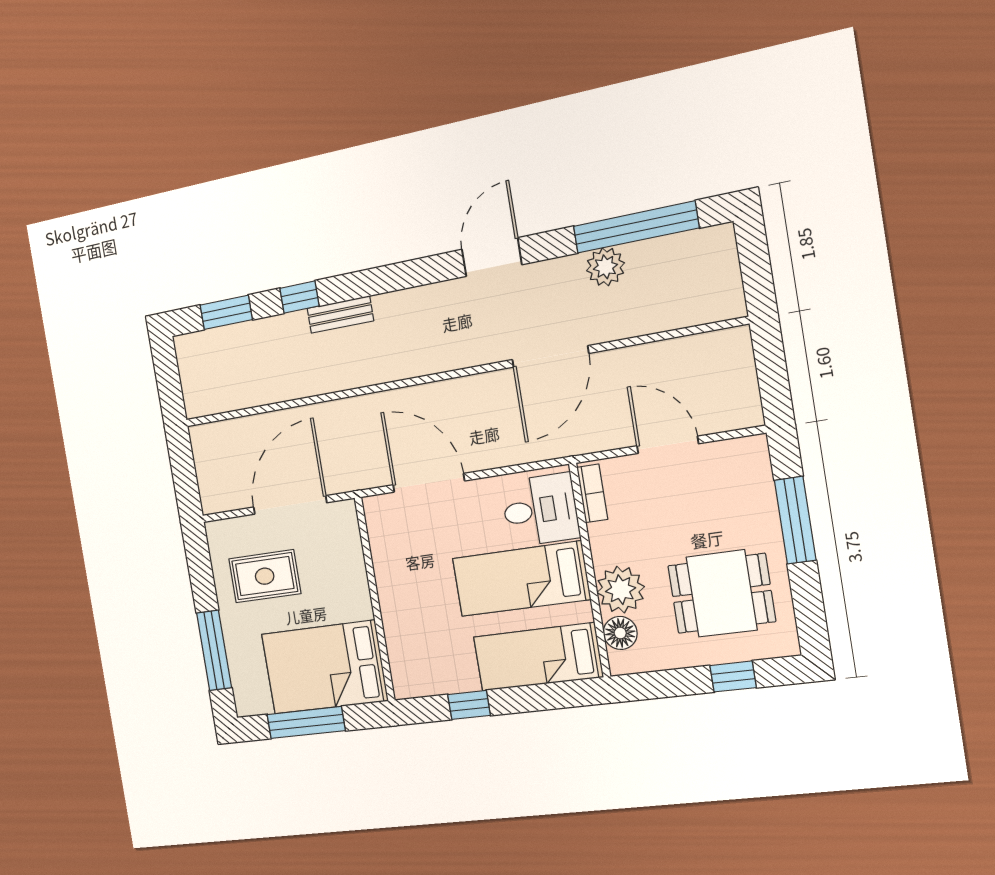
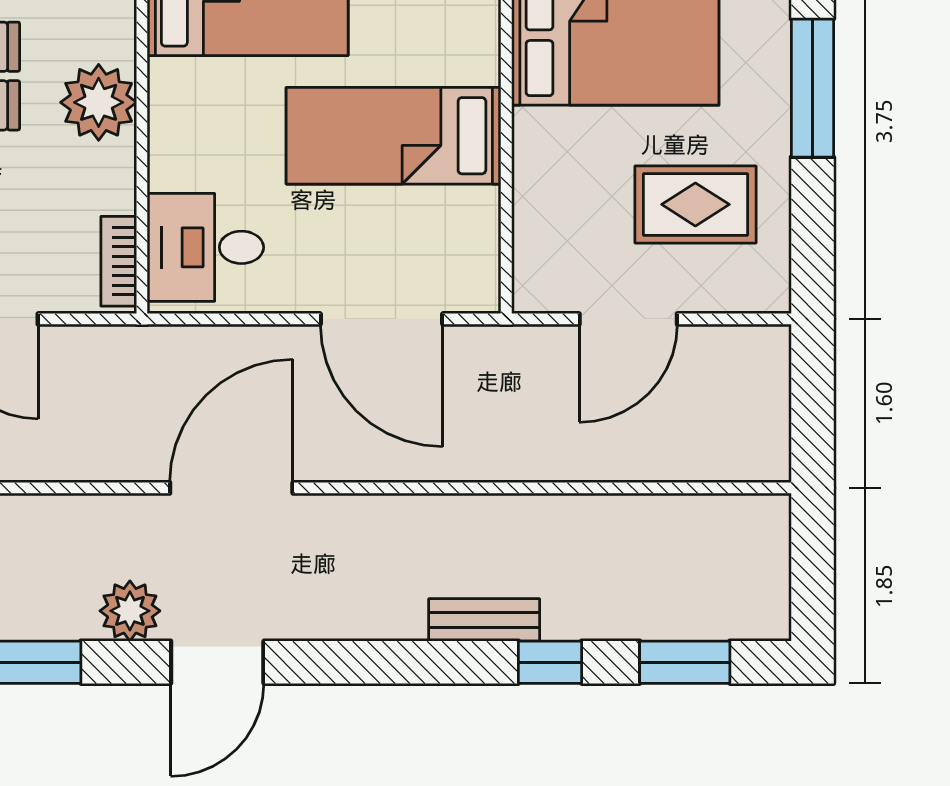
plant: (605, 267) -> (130, 611), moved
door: (550, 357) -> (231, 488), moved
door: (290, 505) -> (628, 319), width x0.73
bed: (521, 579) -> (394, 136), moved, turned 180
floor lamp: (620, 633) -> (110, 33), removed

